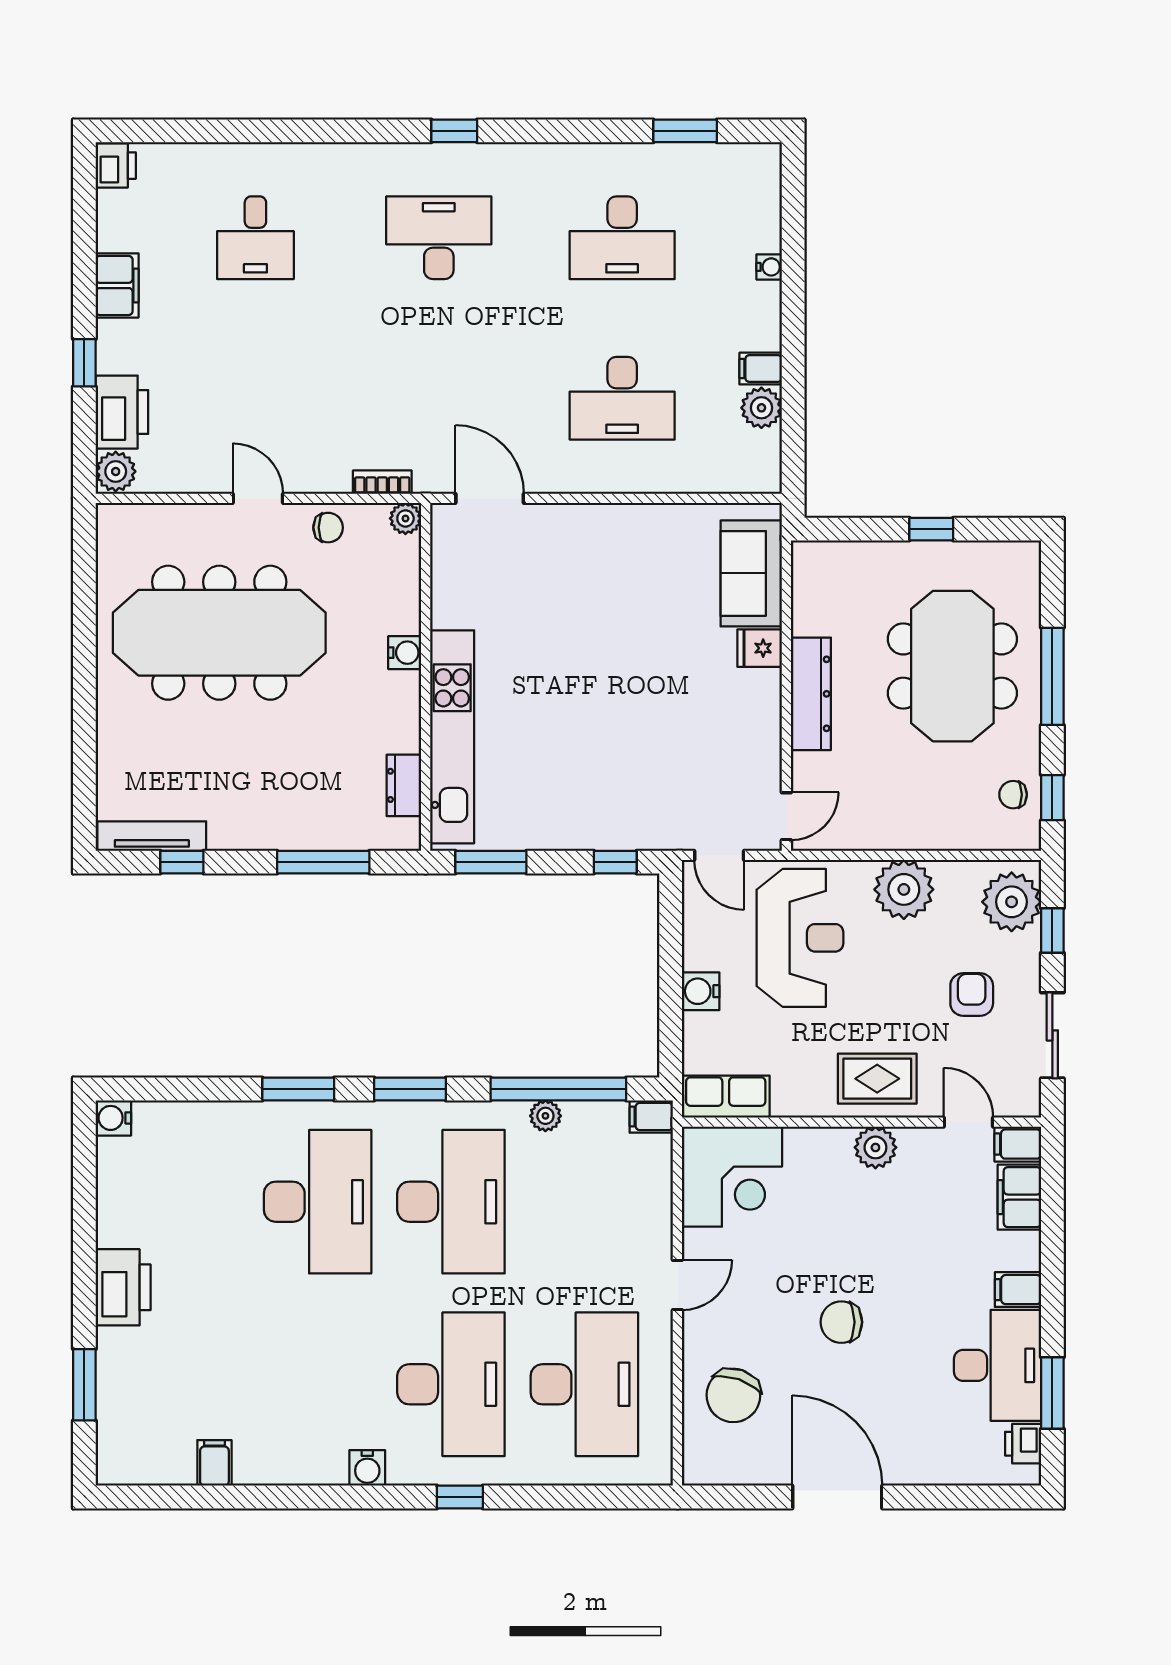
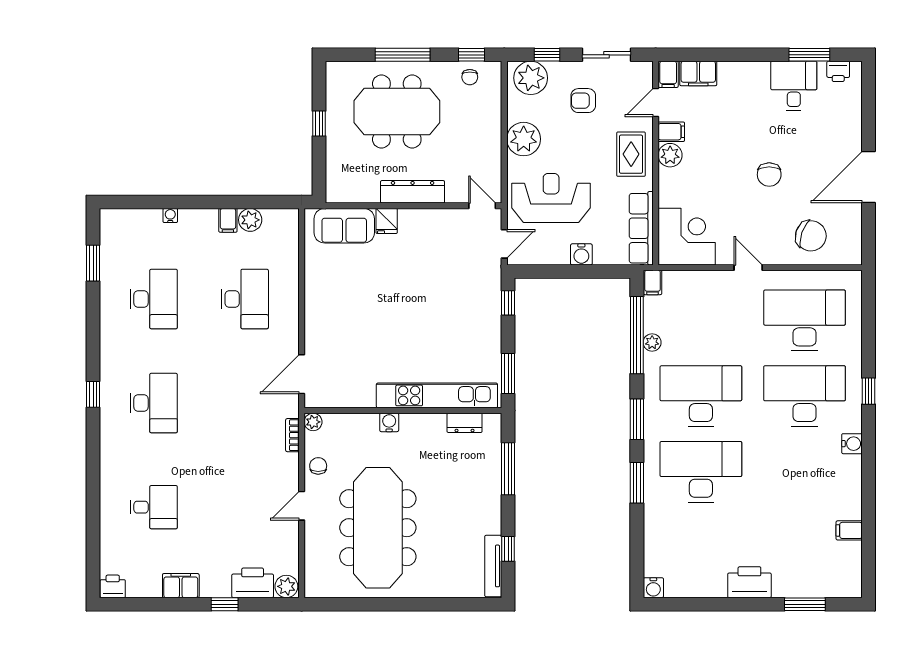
desk: (439, 238) -> (154, 403), turned 180
row of seats: (726, 1097) -> (641, 228), width x1.48
filing cabinet: (1018, 1290) -> (671, 132), moved, turned -90
desk: (997, 1365) -> (794, 86), width x0.73

